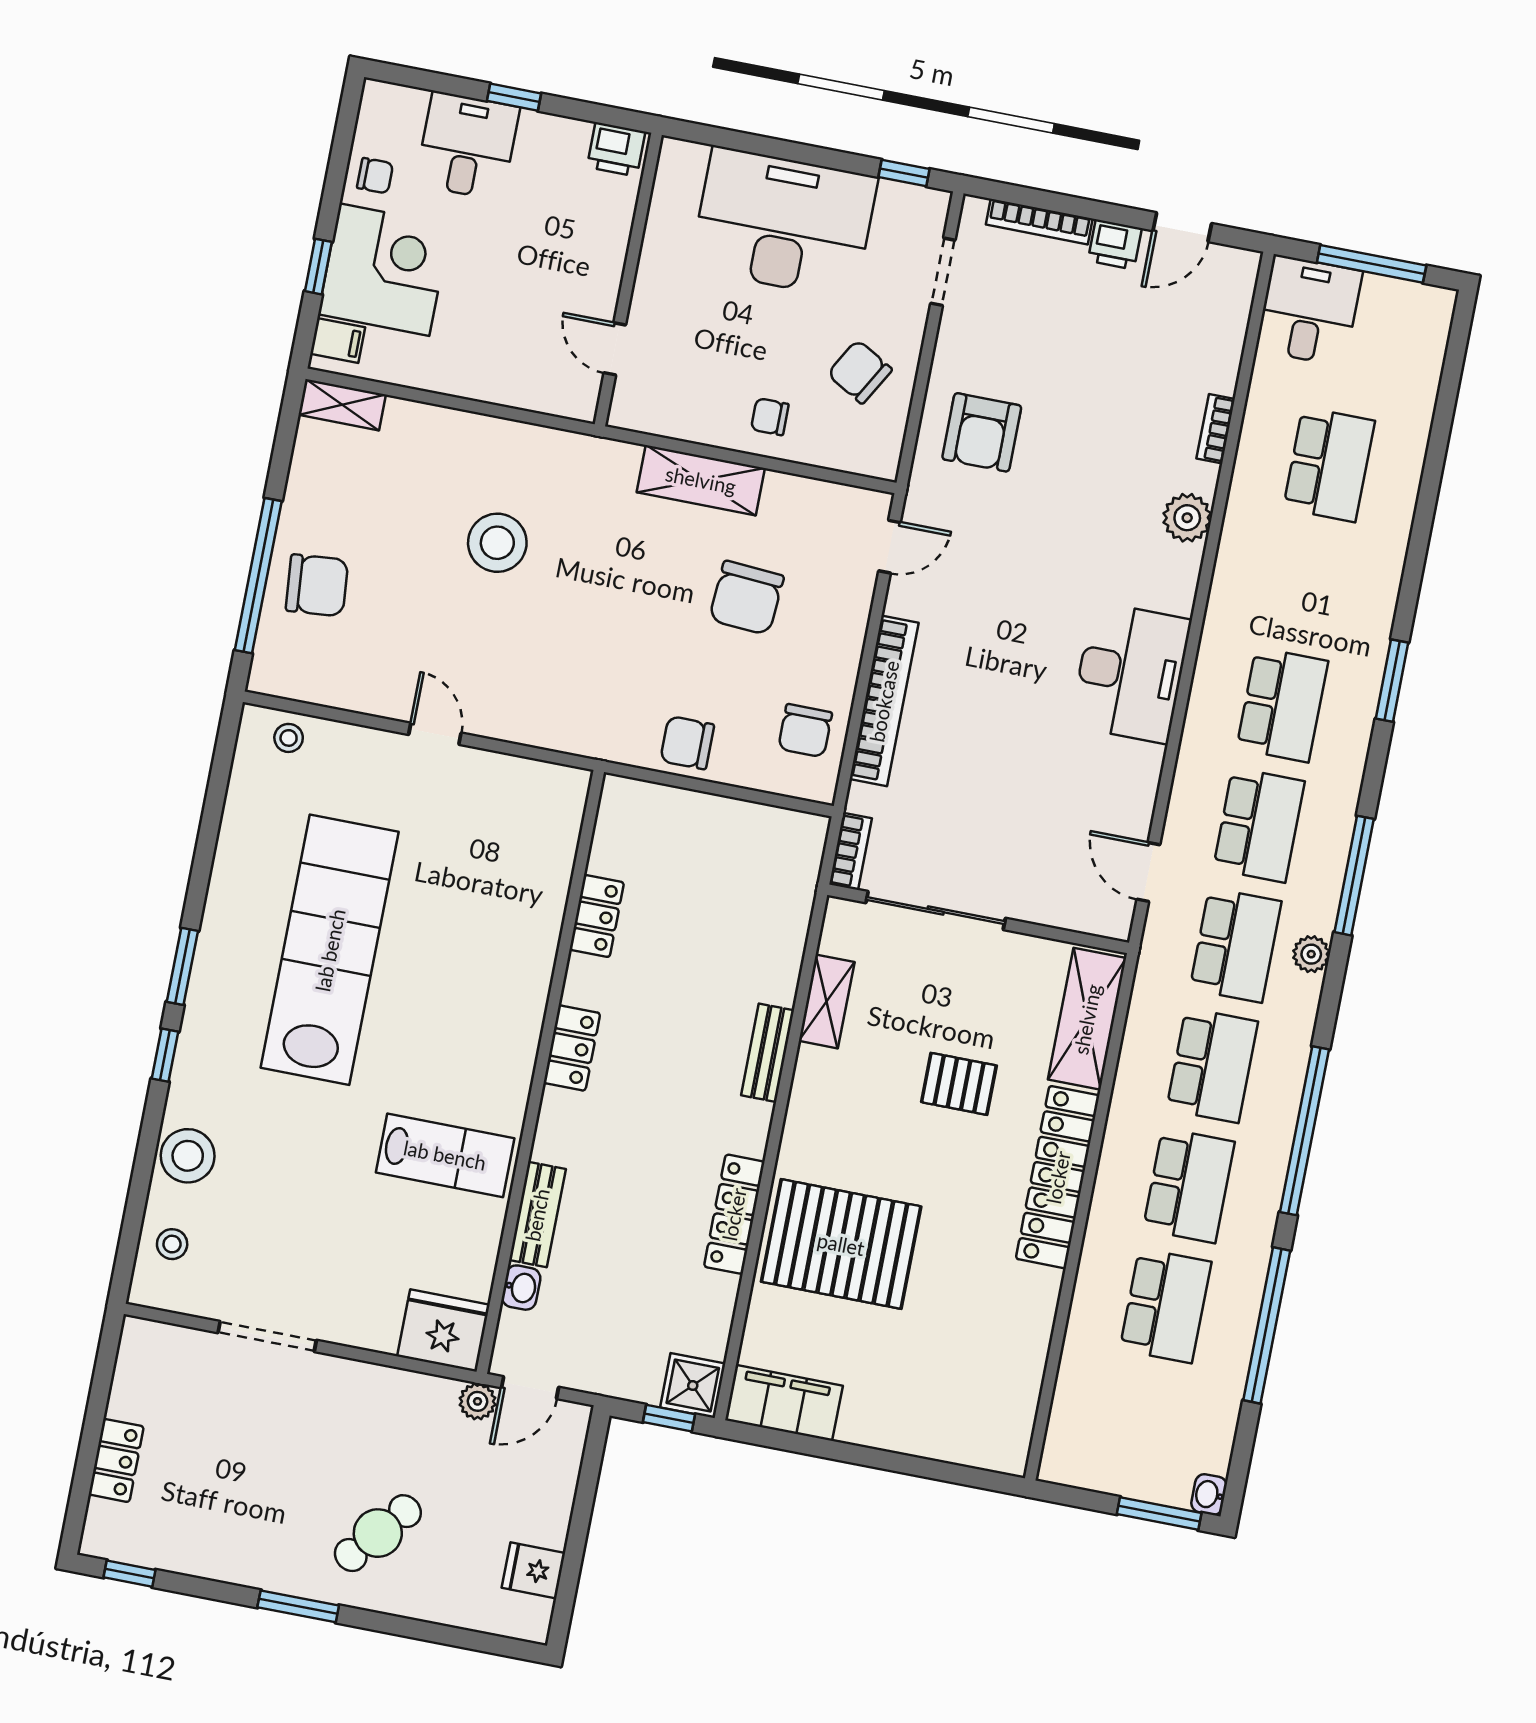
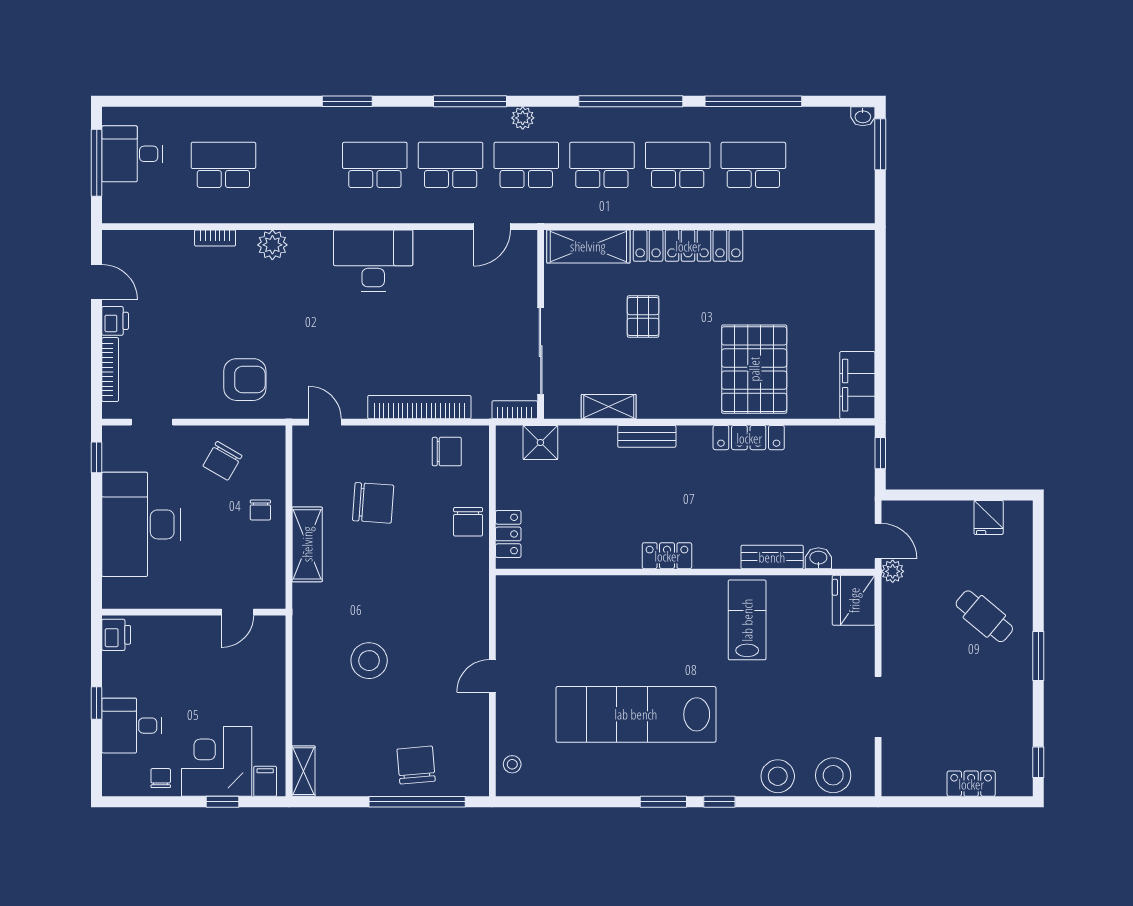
desk: (1309, 310) -> (132, 154), moved
locker: (597, 916) -> (508, 534), moved, turned 90
stool: (172, 1244) -> (833, 775), width x1.89, depth x1.89
shower: (693, 1386) -> (540, 442), moved

